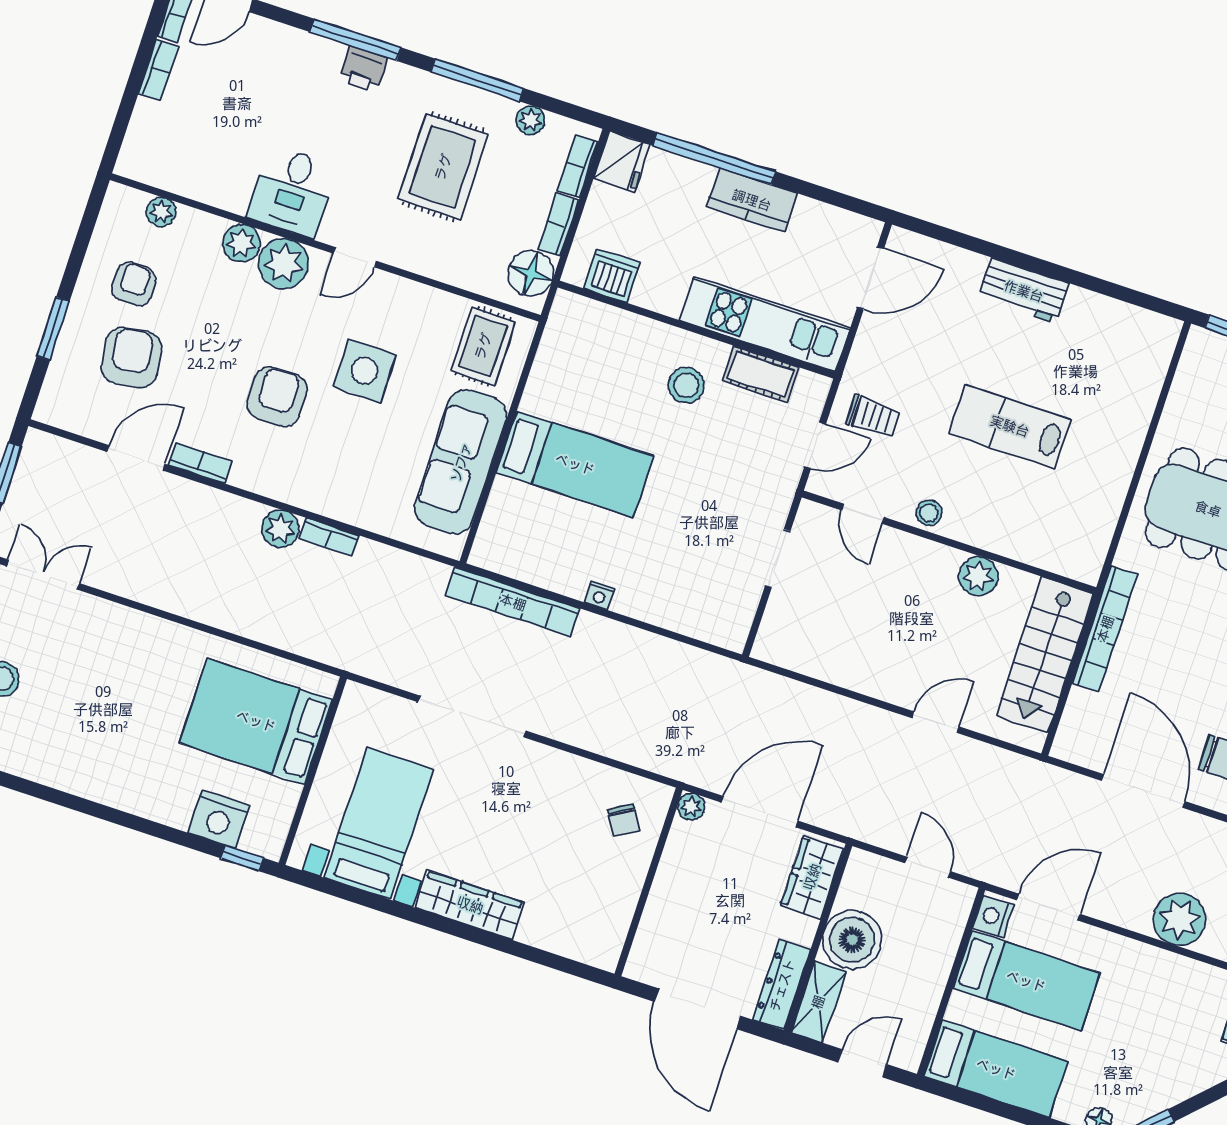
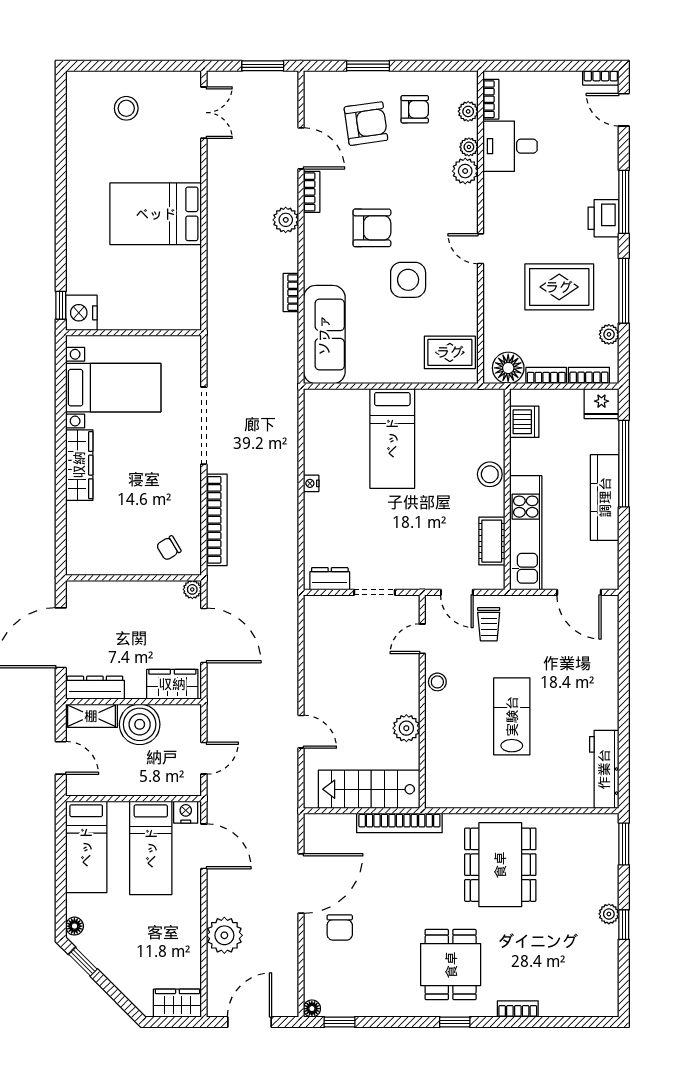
printer: (363, 69) -> (603, 218), width x1.36, depth x1.24
bookcase: (158, 70) -> (491, 99), moved, turned -90
desk: (292, 192) -> (510, 146), moved
kitchen counter: (752, 200) -> (605, 497), width x1.50
plant: (284, 264) -> (469, 147), moved, width x0.53, depth x0.53
workbench: (1024, 291) -> (604, 769), moved, width x1.38
stool: (686, 385) -> (490, 474), moved
sofa: (461, 462) -> (324, 335), moved, turned 90
plant: (280, 529) -> (286, 220), moved
bookcase: (513, 602) -> (217, 520), moved, turned 180
dresser: (739, 613) -> (330, 579), added
bed: (256, 721) -> (156, 214), moved, turned -90
nightstand: (219, 819) -> (81, 313), moved

